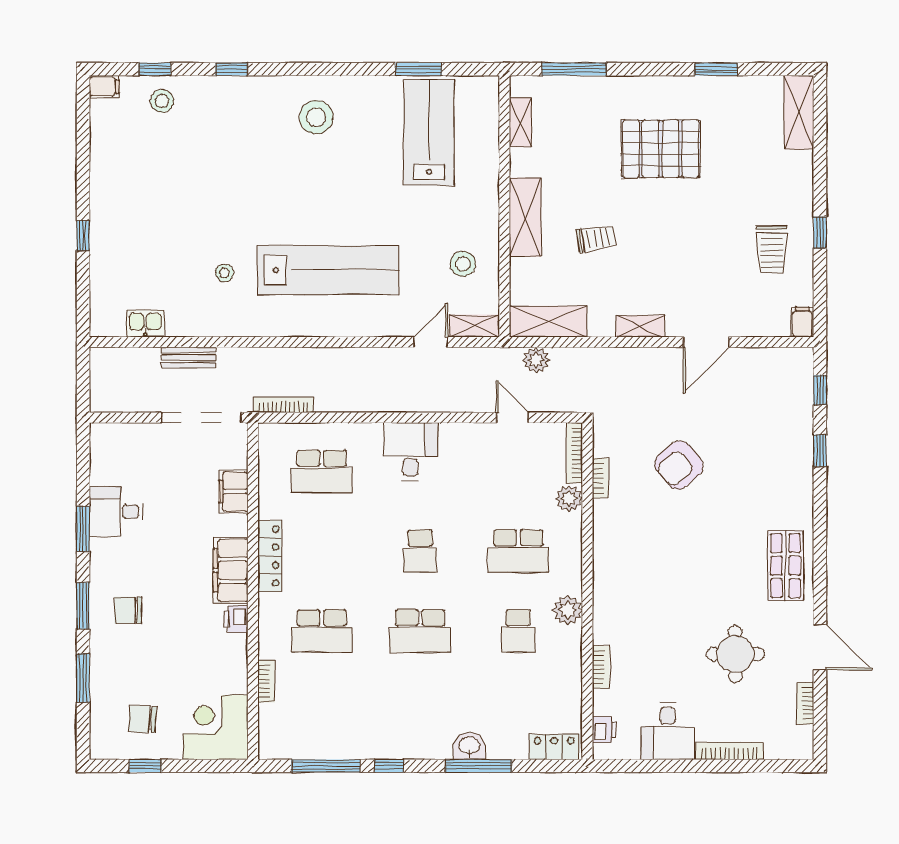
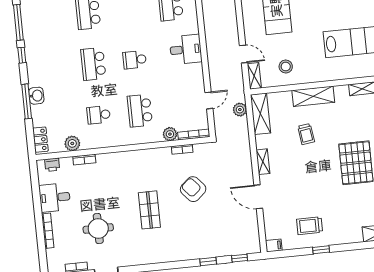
shop shelf: (786, 566) -> (149, 210), moved, turned 90
plant: (568, 610) -> (72, 143), moved

